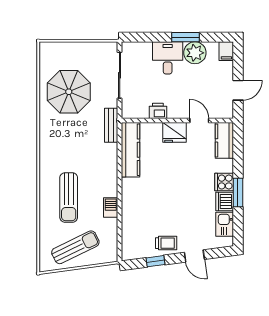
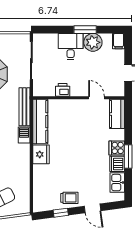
bench: (111, 125) -> (24, 107), width x1.36
fridge: (175, 132) -> (41, 154), moved, turned -90
barbecue: (111, 208) -> (24, 135), moved

